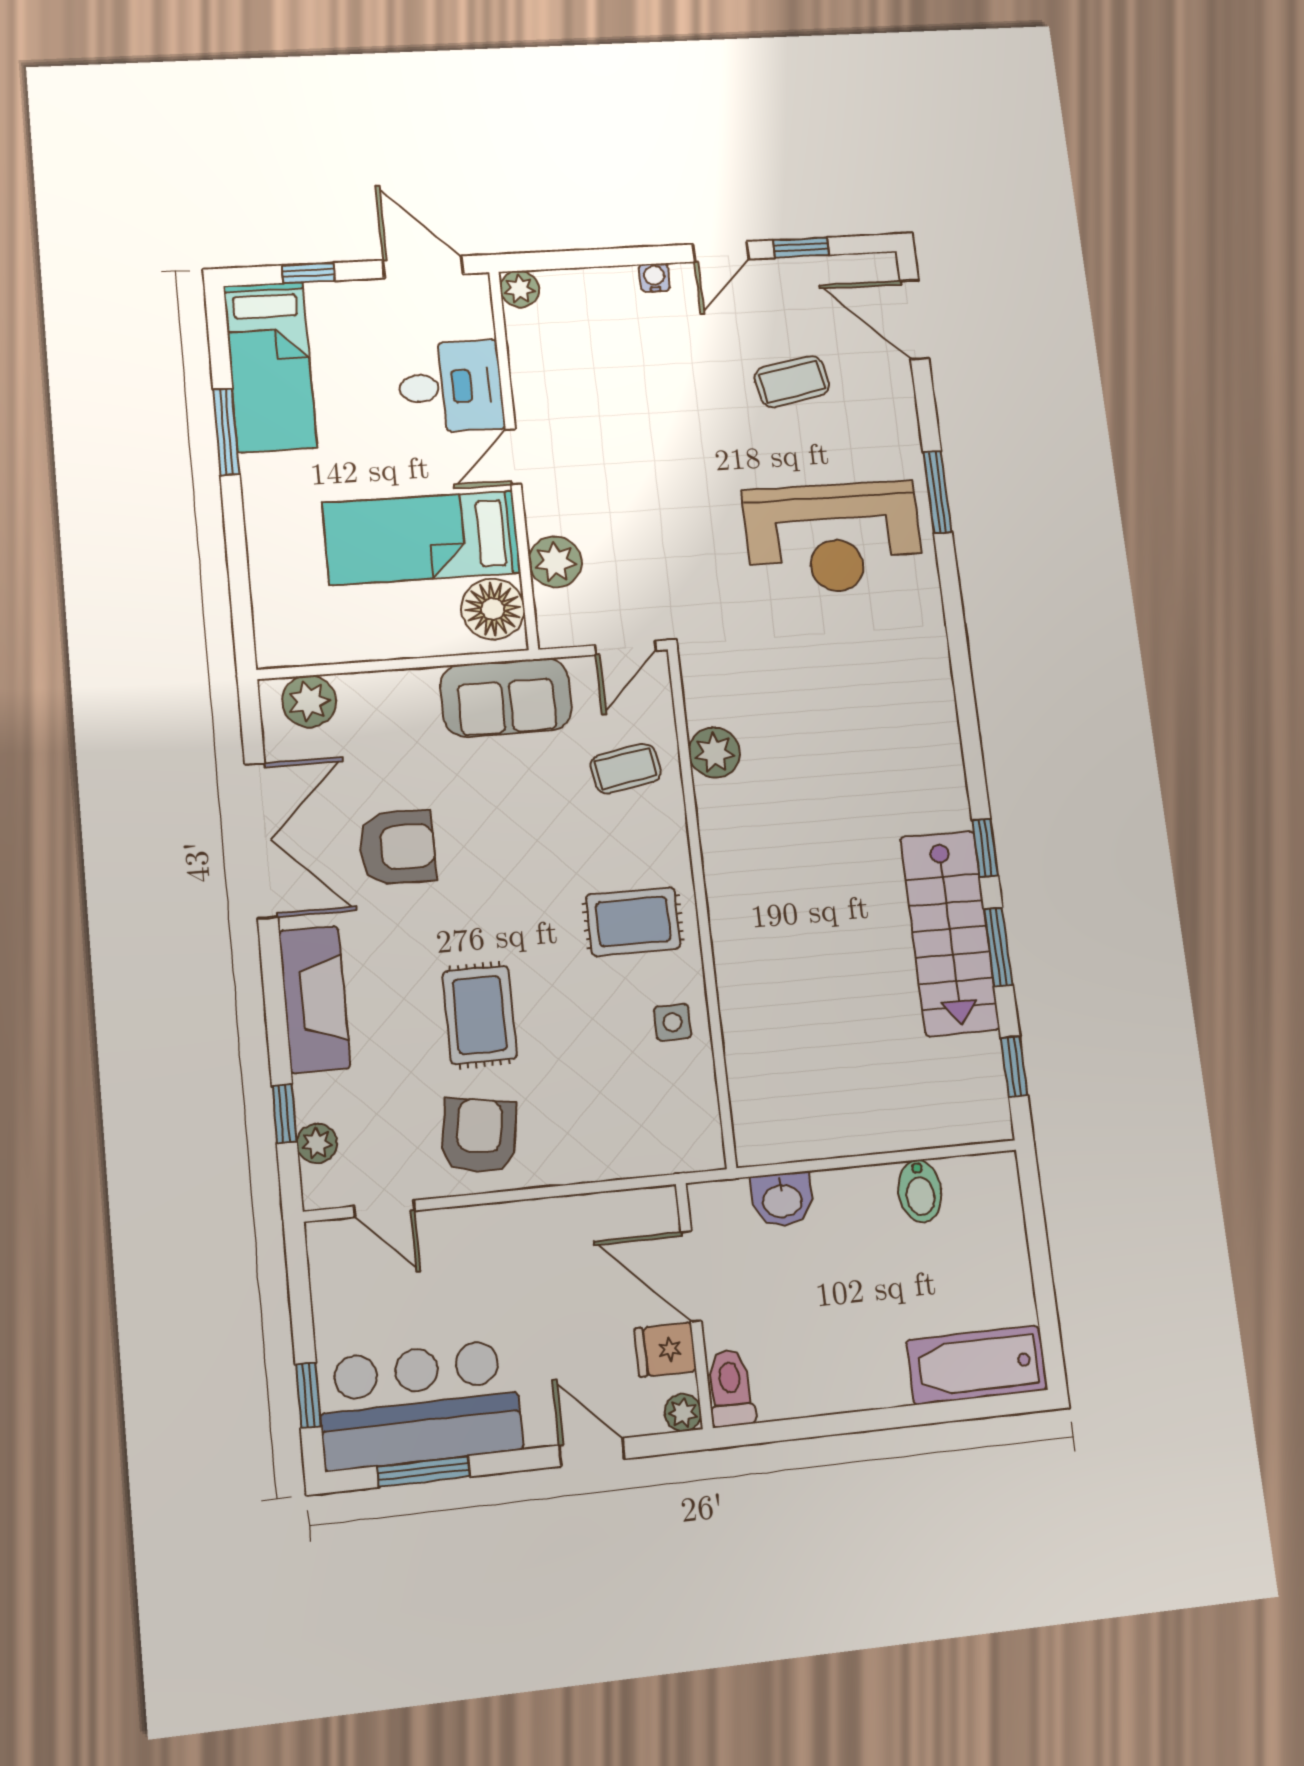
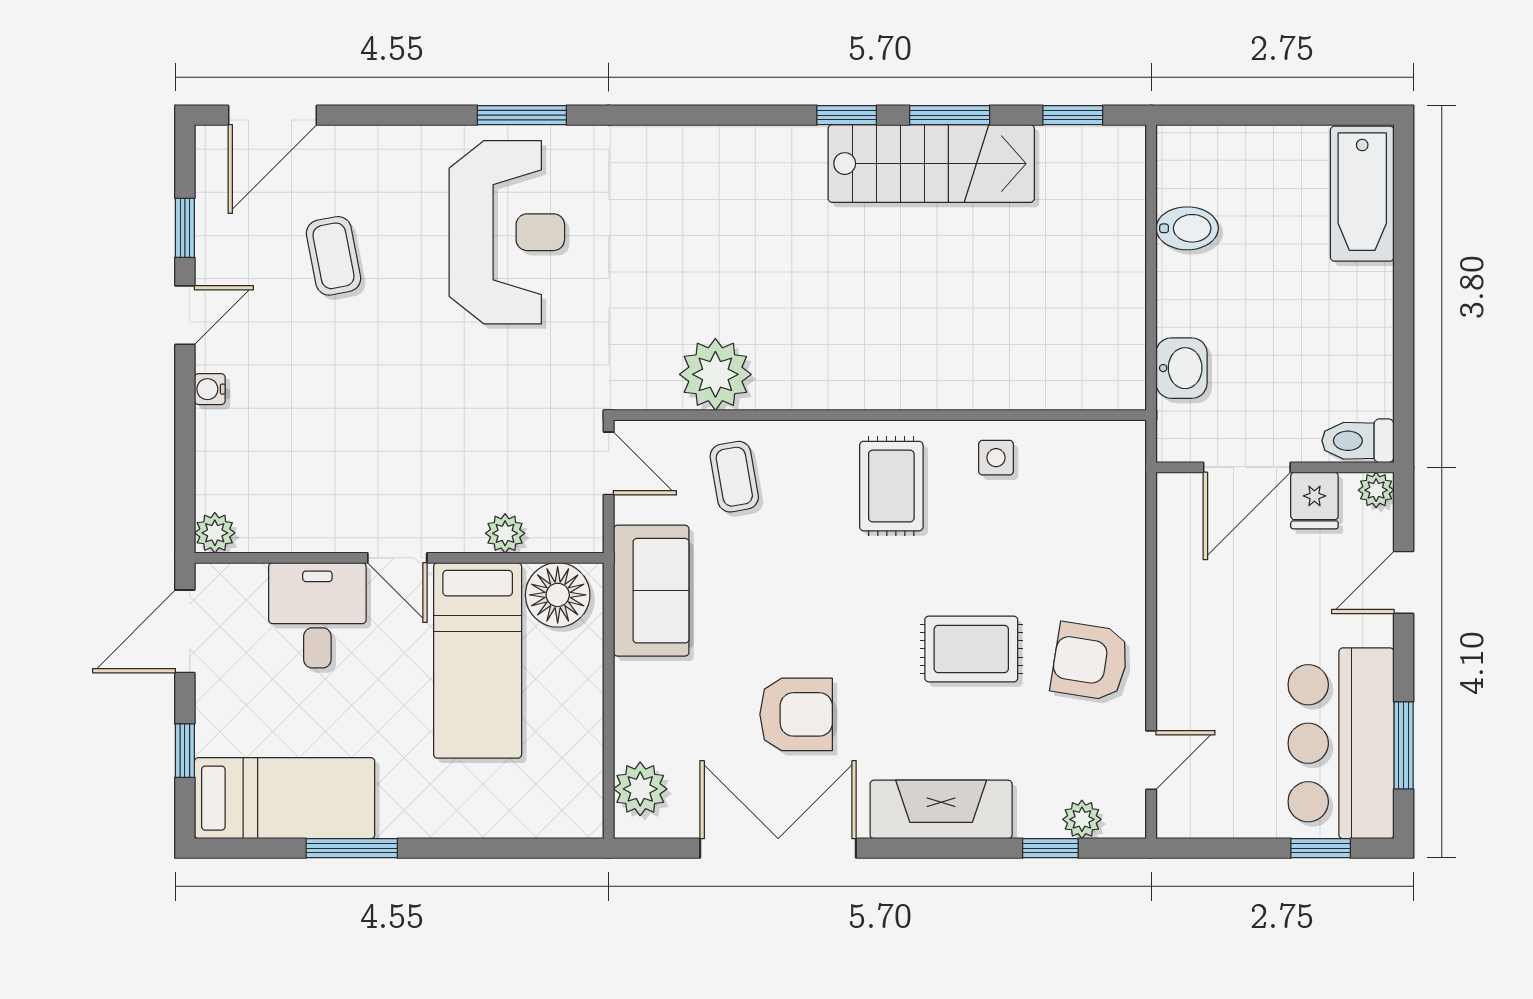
door: (721, 252) -> (185, 315), hinge flipped
window: (937, 492) -> (522, 115), moved
plant: (555, 562) -> (505, 533), width x0.73, depth x0.73
plant: (714, 753) -> (715, 374), width x1.36, depth x1.36
armchair: (397, 847) -> (796, 714), turned 90

